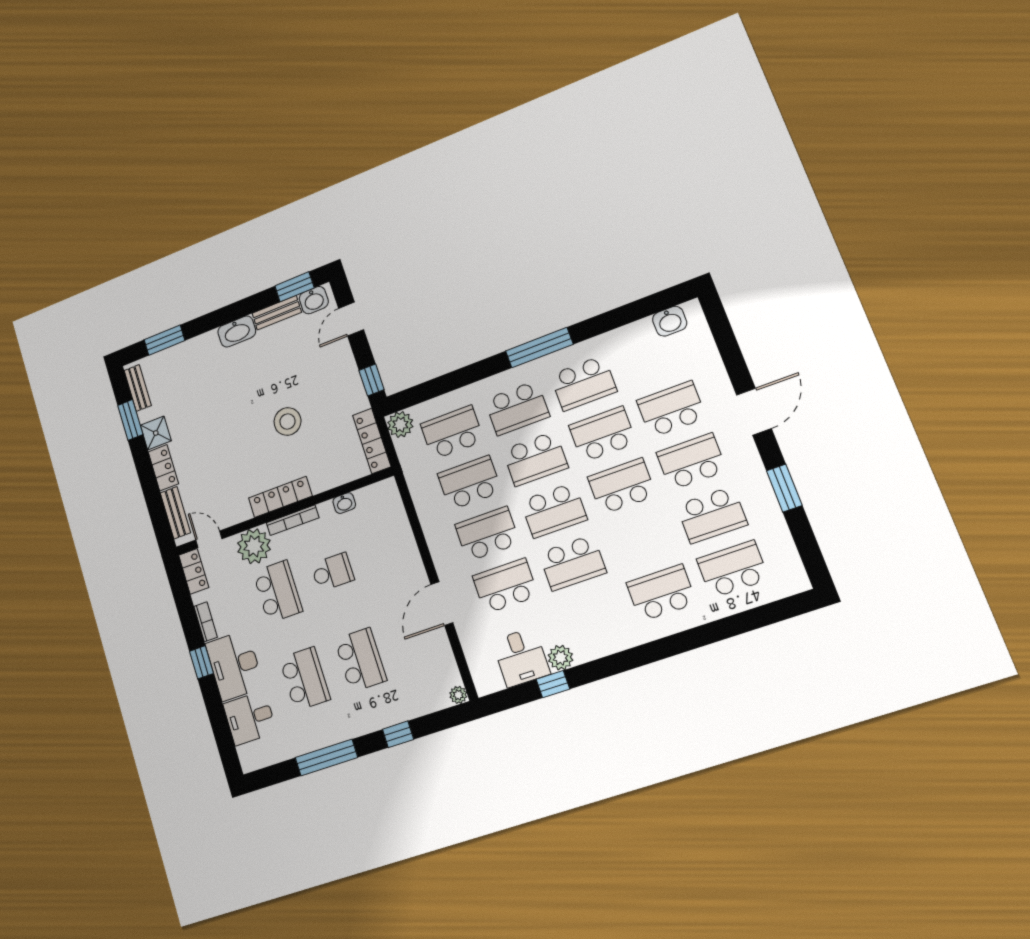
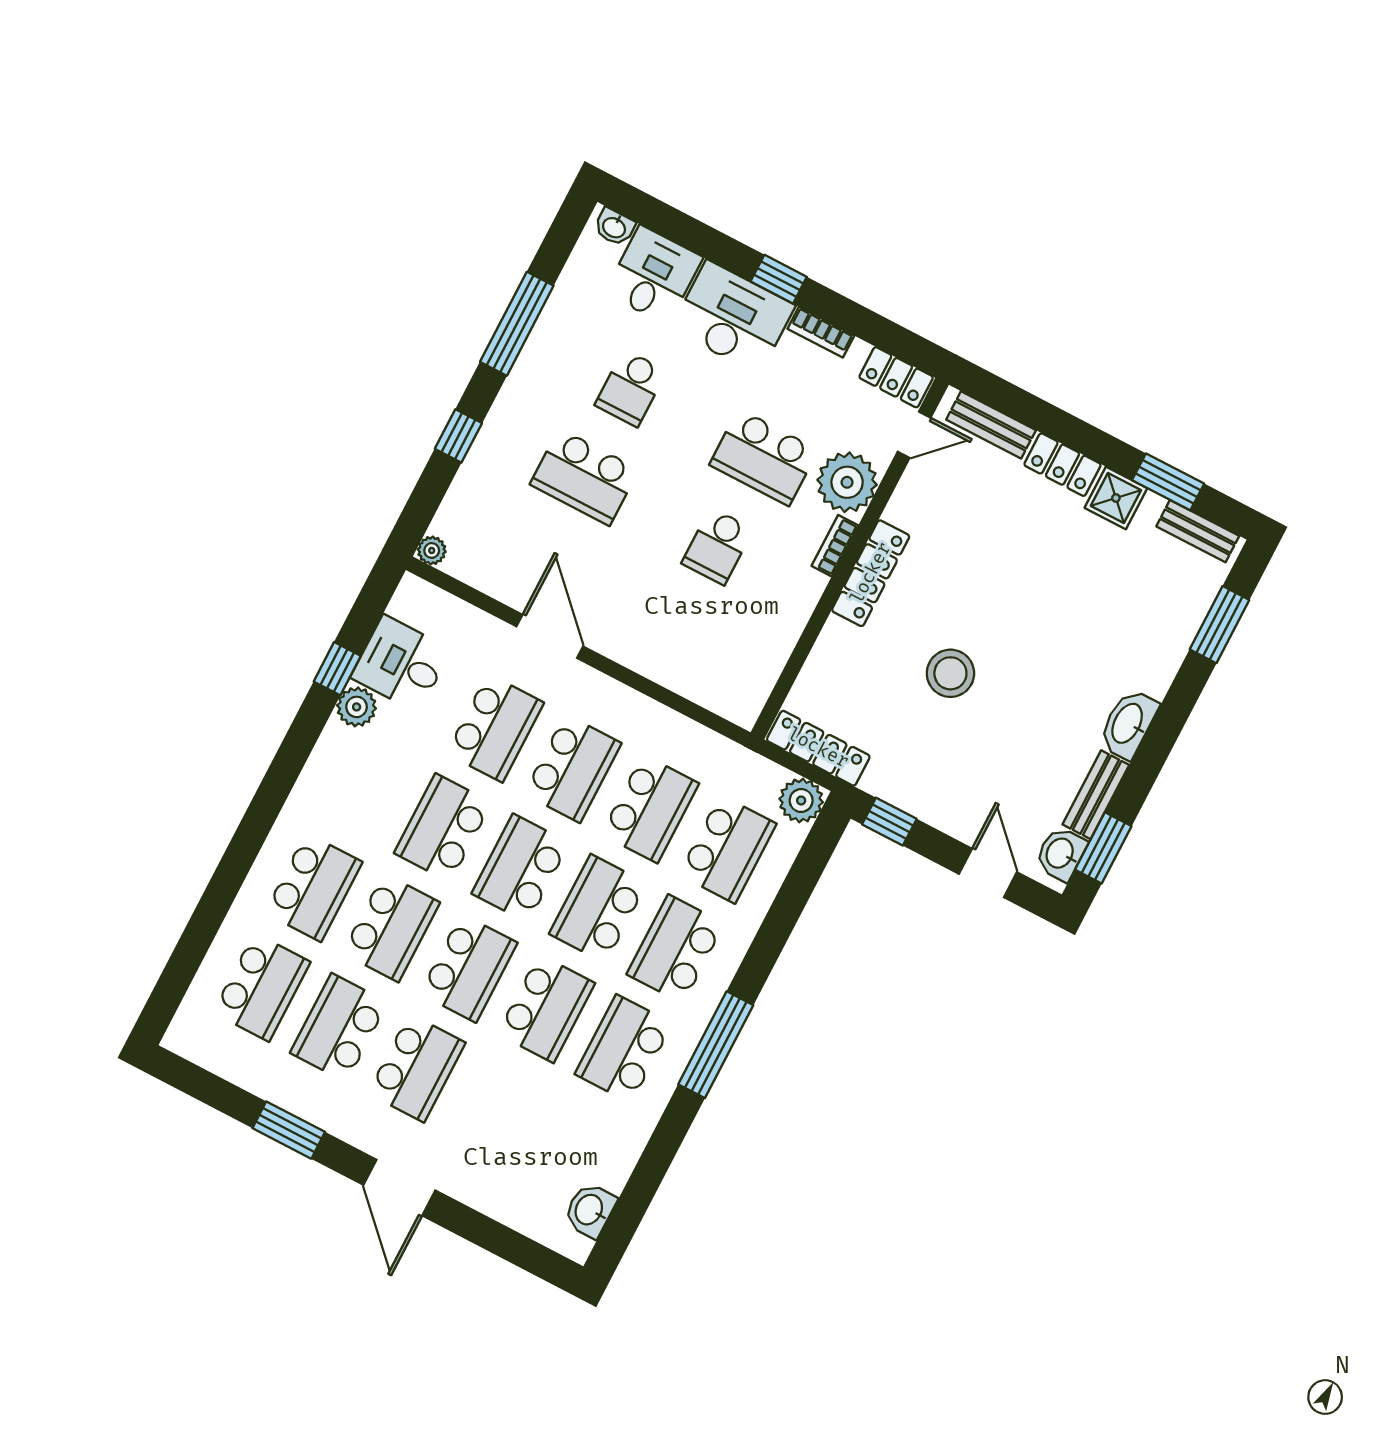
school desk: (671, 409) -> (391, 928), moved
washbasin: (344, 503) -> (614, 227), moved, turned -90
bookcase: (293, 520) -> (835, 546), width x0.64
school desk: (305, 679) -> (631, 388), width x0.54

